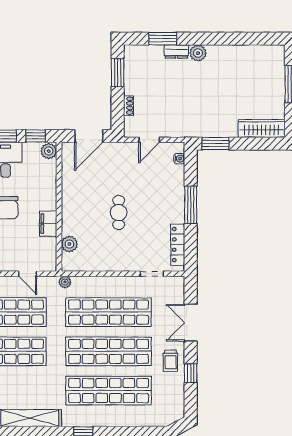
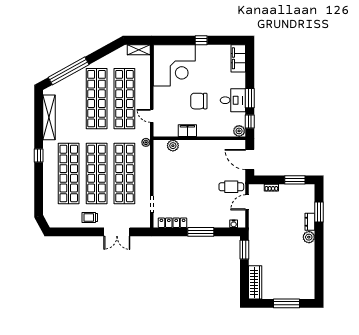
door: (149, 140) -> (247, 202), hinge flipped
cafe table: (119, 213) -> (231, 187), moved
door: (28, 274) -> (152, 116), hinge flipped
double door: (191, 323) -> (117, 232), swing flipped
window: (191, 373) -> (81, 232), removed

